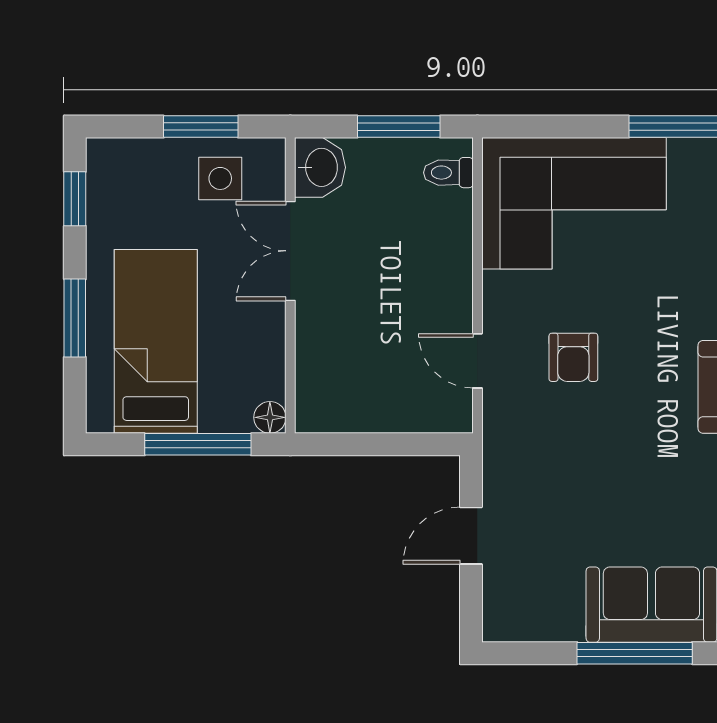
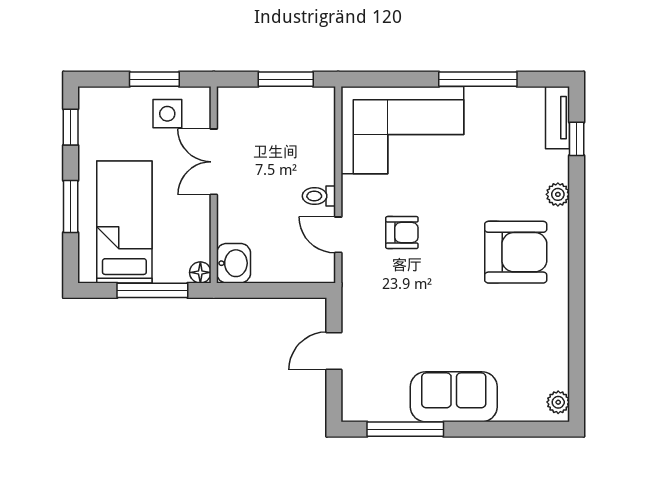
washbasin: (320, 167) -> (234, 263), moved
toilet: (448, 173) -> (319, 196), moved
armchair: (573, 357) -> (402, 233), turned -90
window: (635, 653) -> (405, 429), moved

